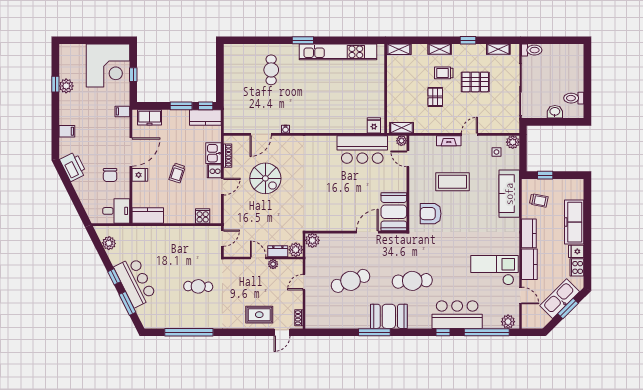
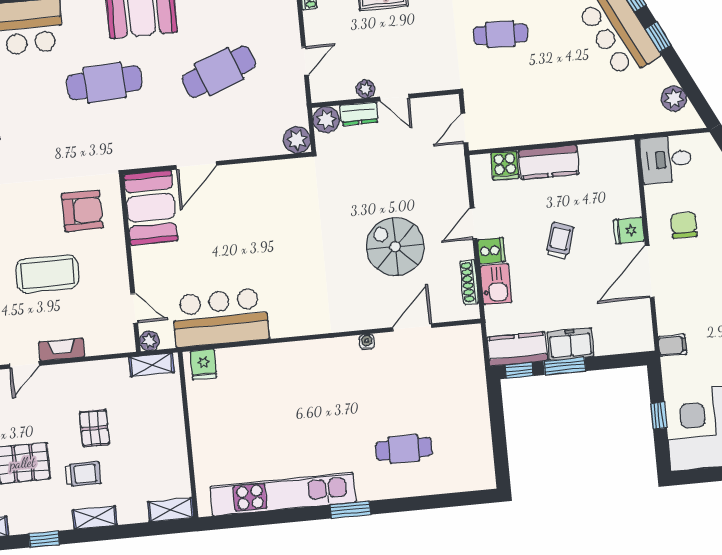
cafe table: (271, 70) -> (404, 449), turned 90
freezer: (150, 117) -> (570, 344), moved
kitchen counter: (148, 215) -> (549, 162), moved

